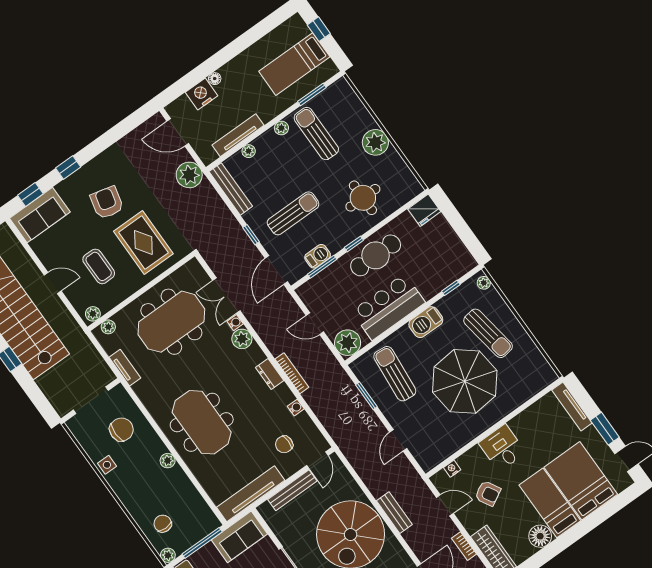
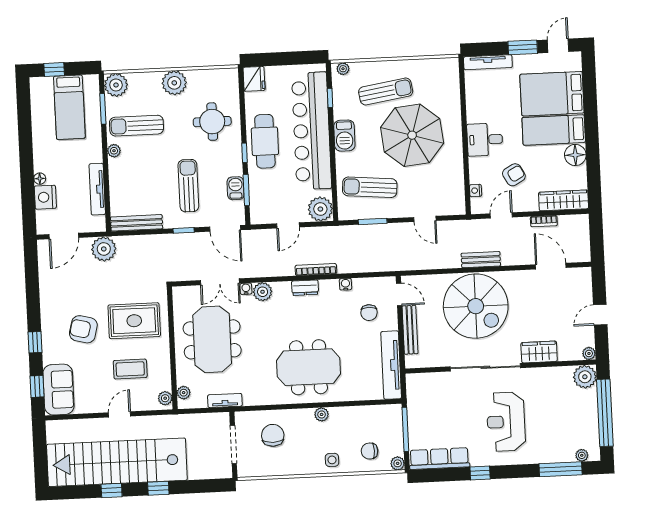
plant: (249, 151) -> (116, 85), moved, width x1.87, depth x1.87
bar counter: (388, 307) -> (312, 131), width x1.86
side table: (107, 465) -> (332, 460), moved
sofa: (239, 537) -> (420, 396), removed

